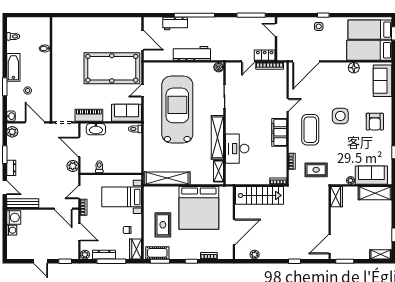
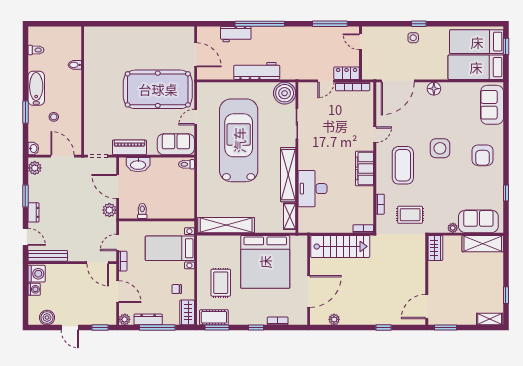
boiler: (219, 67) -> (285, 93), width x1.86, depth x1.86
floor lamp: (354, 68) -> (434, 89), moved
boiler: (22, 253) -> (47, 318), added

